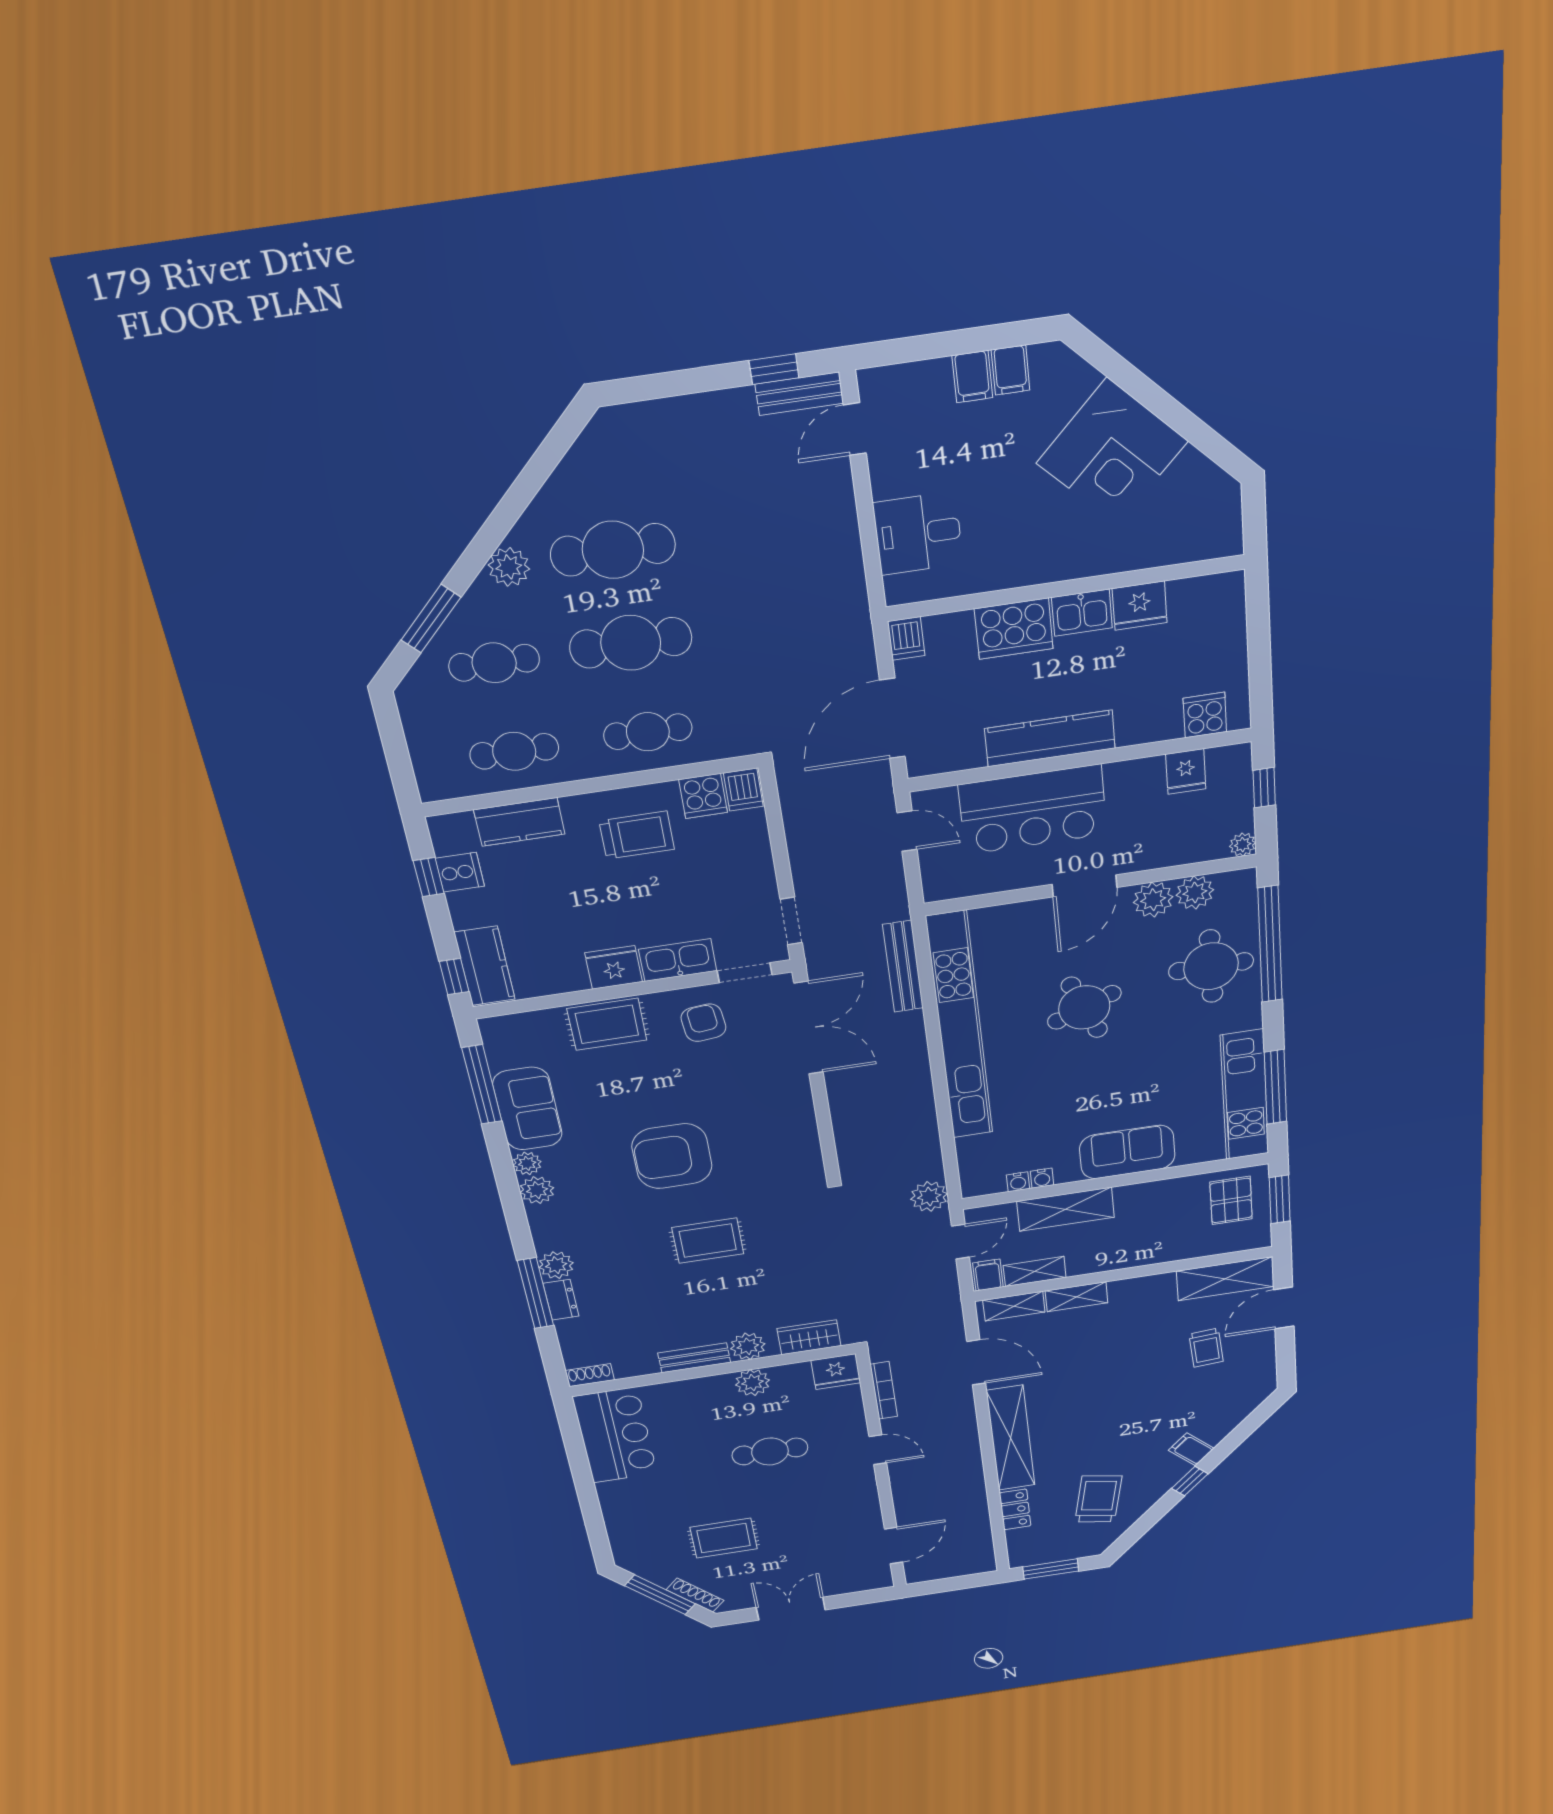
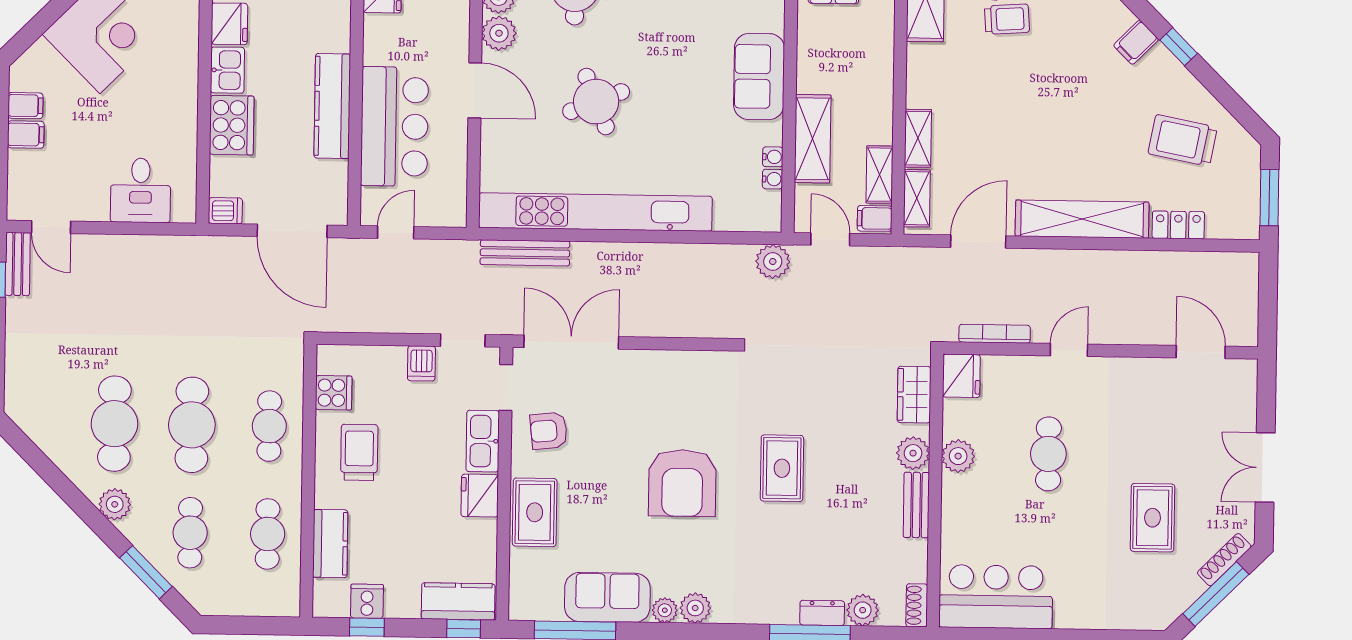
dishwasher: (743, 790) -> (421, 363), moved, turned 90
plant: (556, 1265) -> (863, 610), moved

